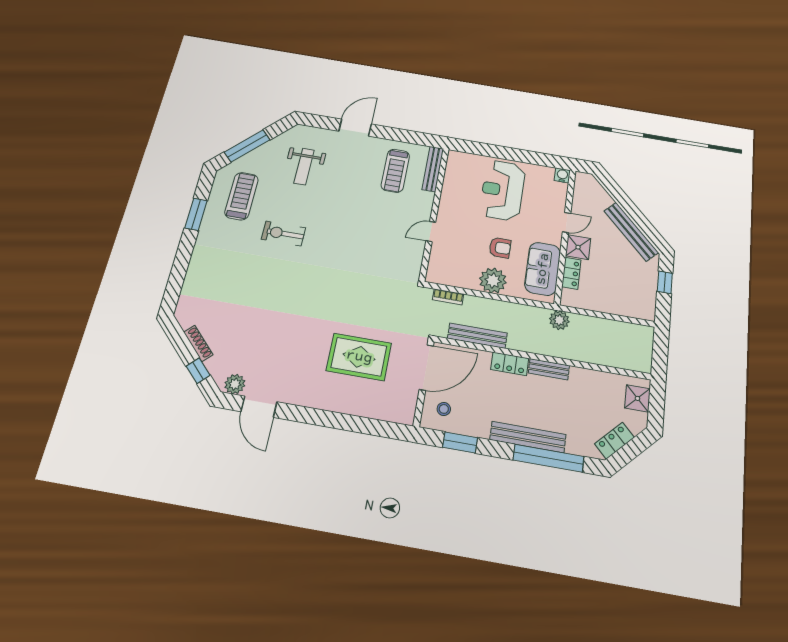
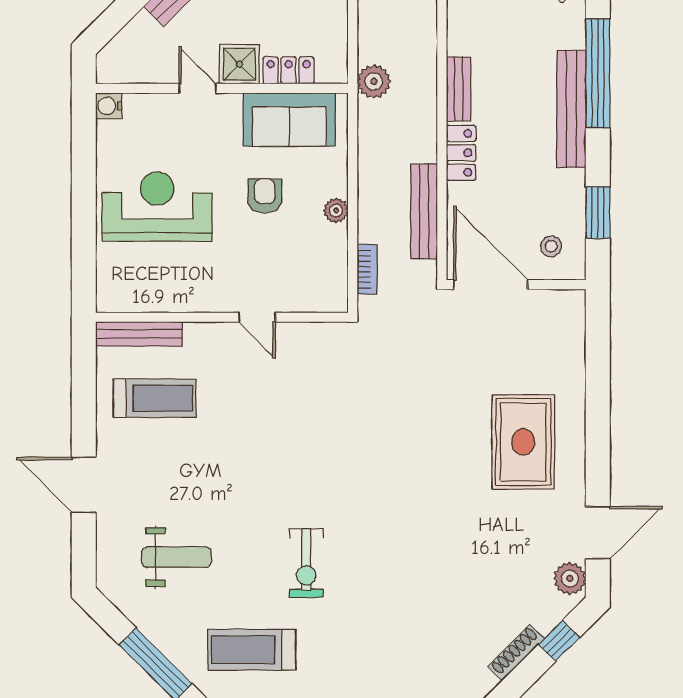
reception desk: (503, 190) -> (157, 207), turned 180
plant: (493, 280) -> (336, 210), width x0.53, depth x0.53
rug: (359, 357) -> (523, 442), moved

